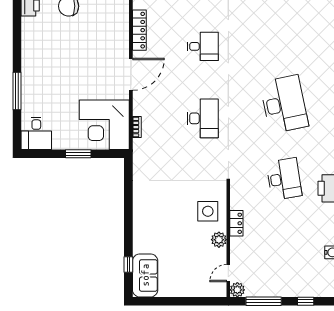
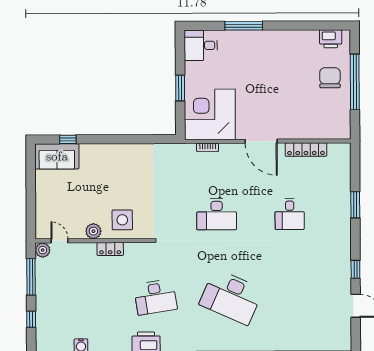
desk: (284, 104) -> (231, 297), turned 36

